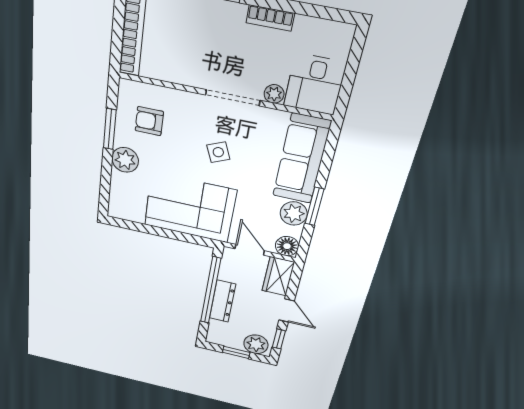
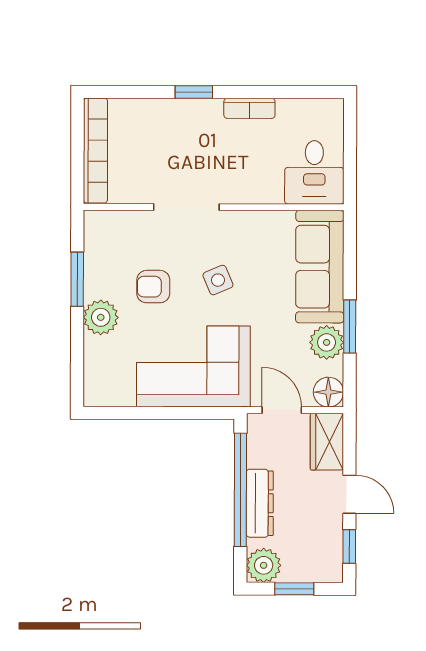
plant: (274, 94) -> (271, 193), removed
doorway: (233, 98) -> (186, 207), moved
armchair: (149, 121) -> (153, 287), moved
plant: (256, 344) -> (264, 565), moved

